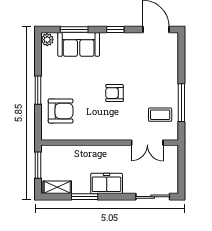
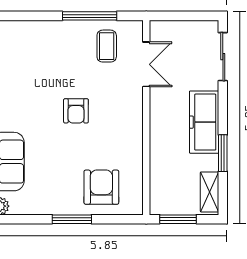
freezer: (107, 183) -> (204, 122), width x1.40

